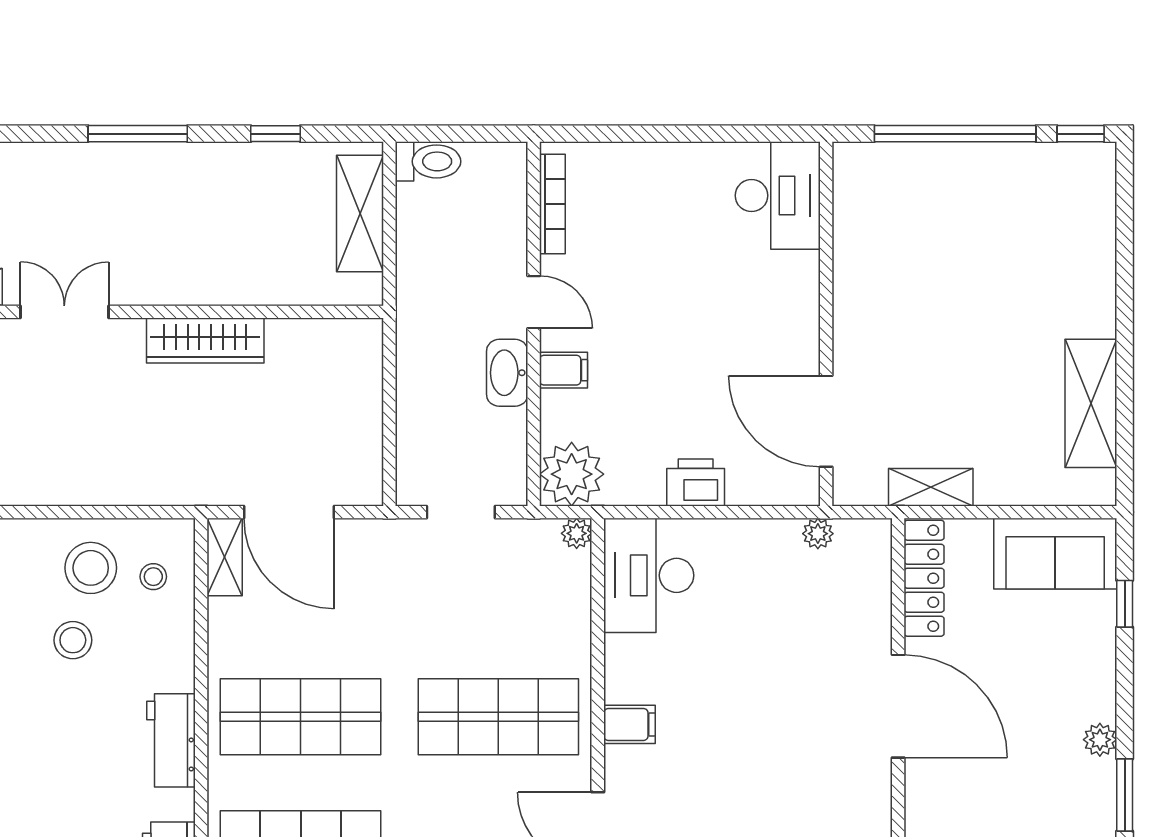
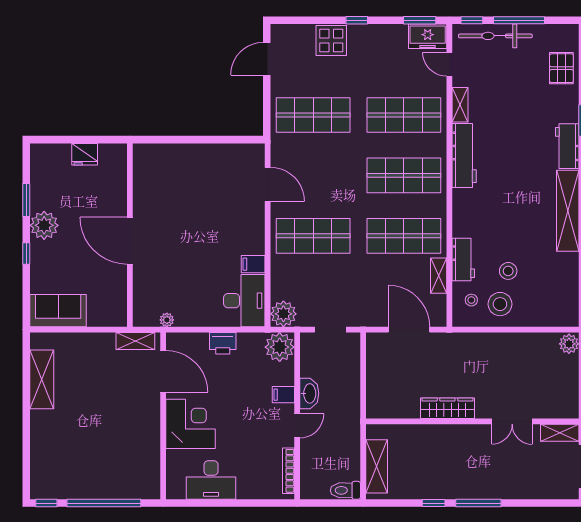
window: (276, 134) -> (434, 503), moved
desk: (778, 196) -> (211, 480), moved, turned -90
door: (534, 302) -> (297, 426), swing flipped
corner desk: (766, 306) -> (190, 424), added
shelving: (931, 487) -> (135, 341), moved
plant: (577, 533) -> (283, 314), width x1.88, depth x1.88
shelving: (225, 557) -> (439, 276), moved
locker: (924, 578) -> (118, 299), removed
window: (1125, 604) -> (26, 253), moved
filing cabinet: (629, 724) -> (253, 264), moved
workbench: (171, 740) -> (463, 260), moved
plant: (1100, 740) -> (44, 225), width x1.88, depth x1.88

